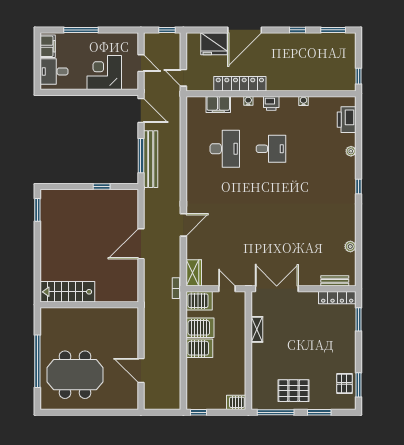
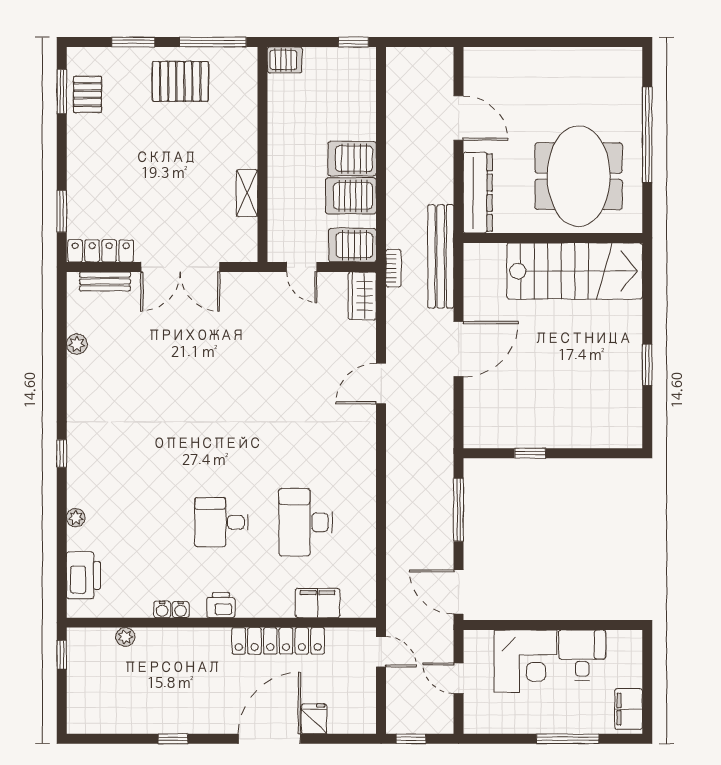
window: (333, 30) -> (108, 739), removed
fridge: (214, 44) -> (314, 719), width x0.53, depth x0.75
desk: (54, 71) -> (582, 655), moved, turned -90
plant: (324, 86) -> (125, 637), added
water cooler: (248, 101) -> (181, 610), moved
bench: (151, 159) -> (441, 256), moved
window: (37, 210) -> (647, 365), moved
double door: (277, 289) -> (180, 267), moved
stairs: (67, 292) -> (575, 271), width x1.36, depth x1.51
dresser: (130, 330) -> (478, 193), added
meeting table: (75, 375) -> (579, 176), moved, turned 90

